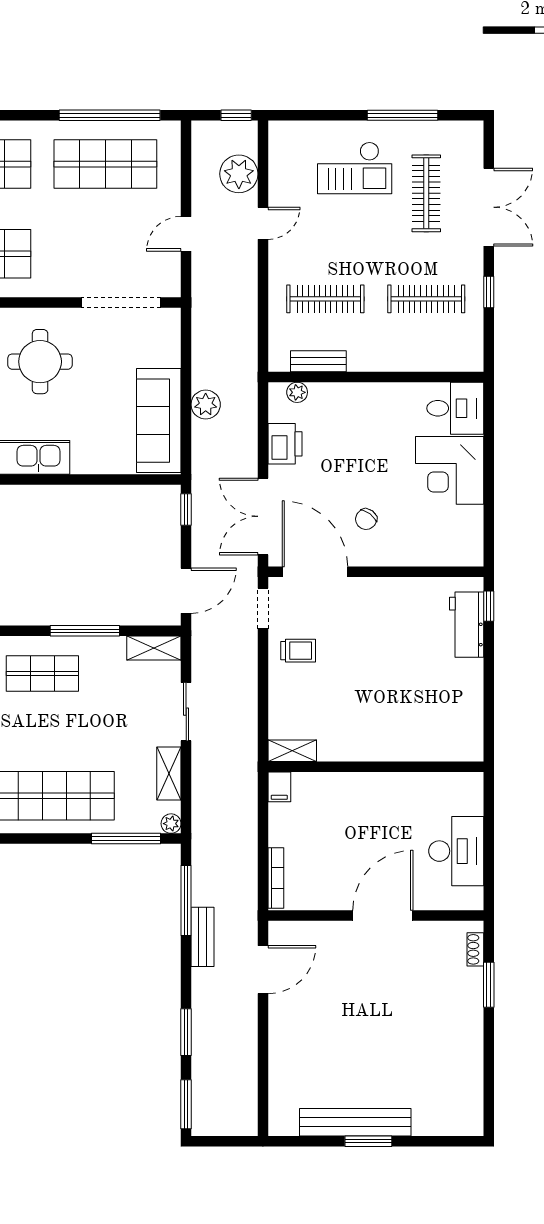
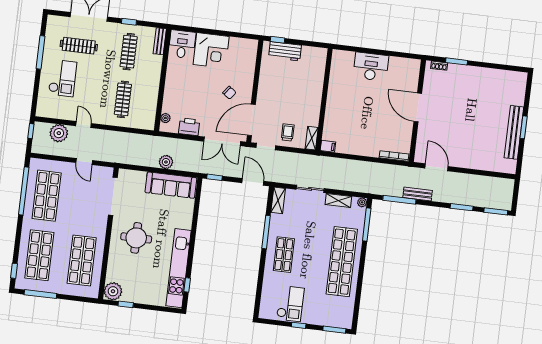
bench: (318, 361) -> (160, 41), moved
shelving: (292, 751) -> (312, 138), moved
wall: (376, 767) -> (324, 99), moved
filing cabinet: (279, 787) -> (328, 146), moved
desk: (456, 851) -> (371, 67), moved

